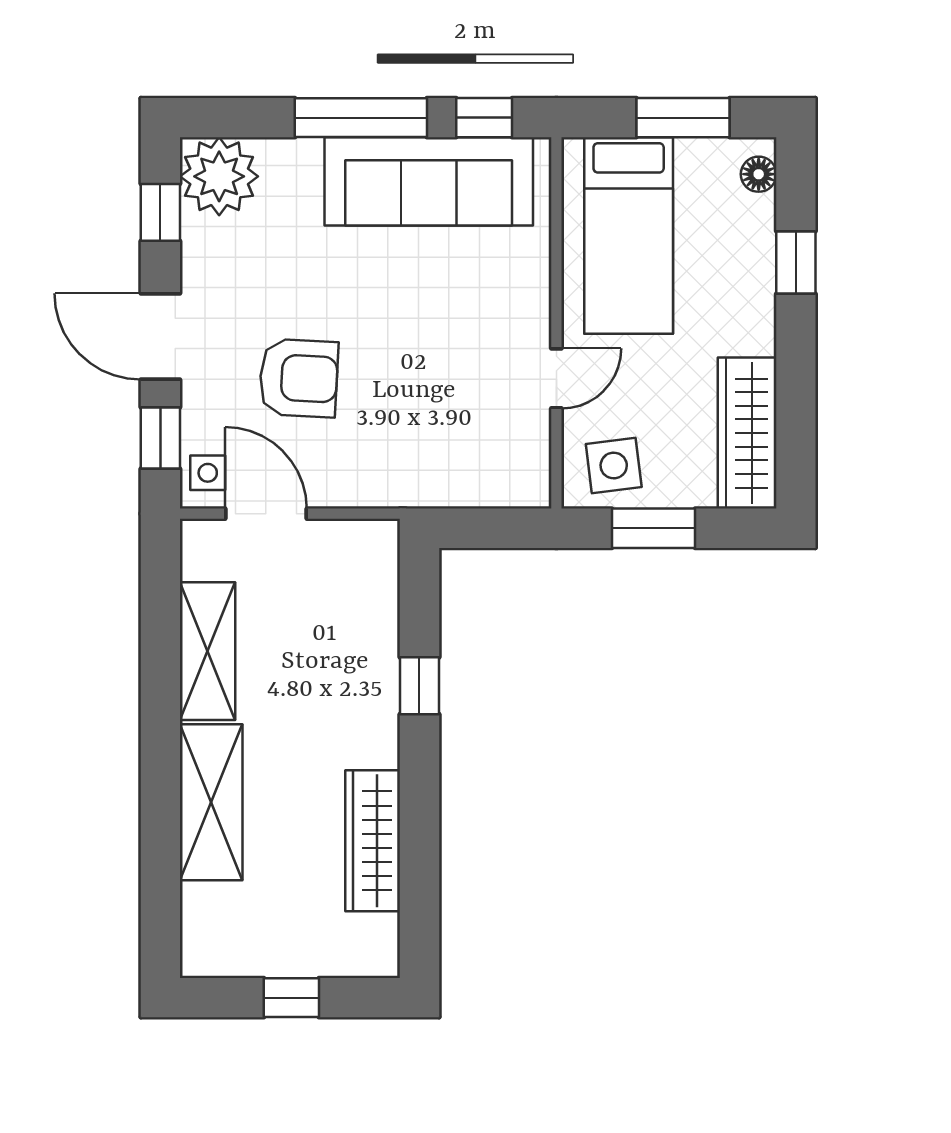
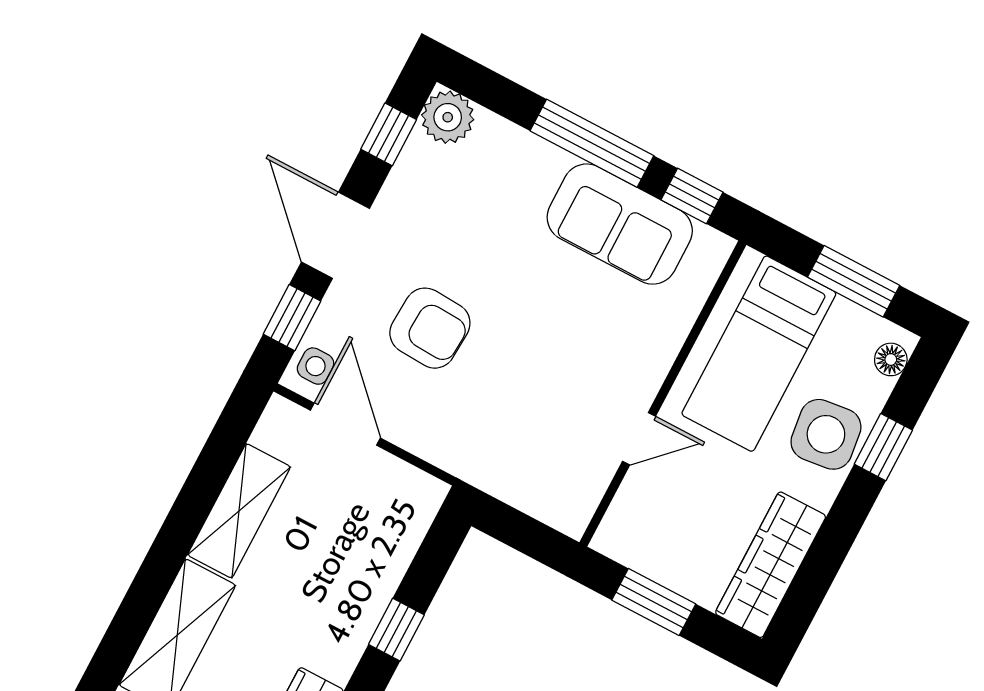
plant: (219, 176) -> (448, 117), width x0.73, depth x0.73
sofa: (429, 181) -> (620, 224), width x0.73
side table: (614, 466) -> (826, 434), moved, width x1.37, depth x1.37

